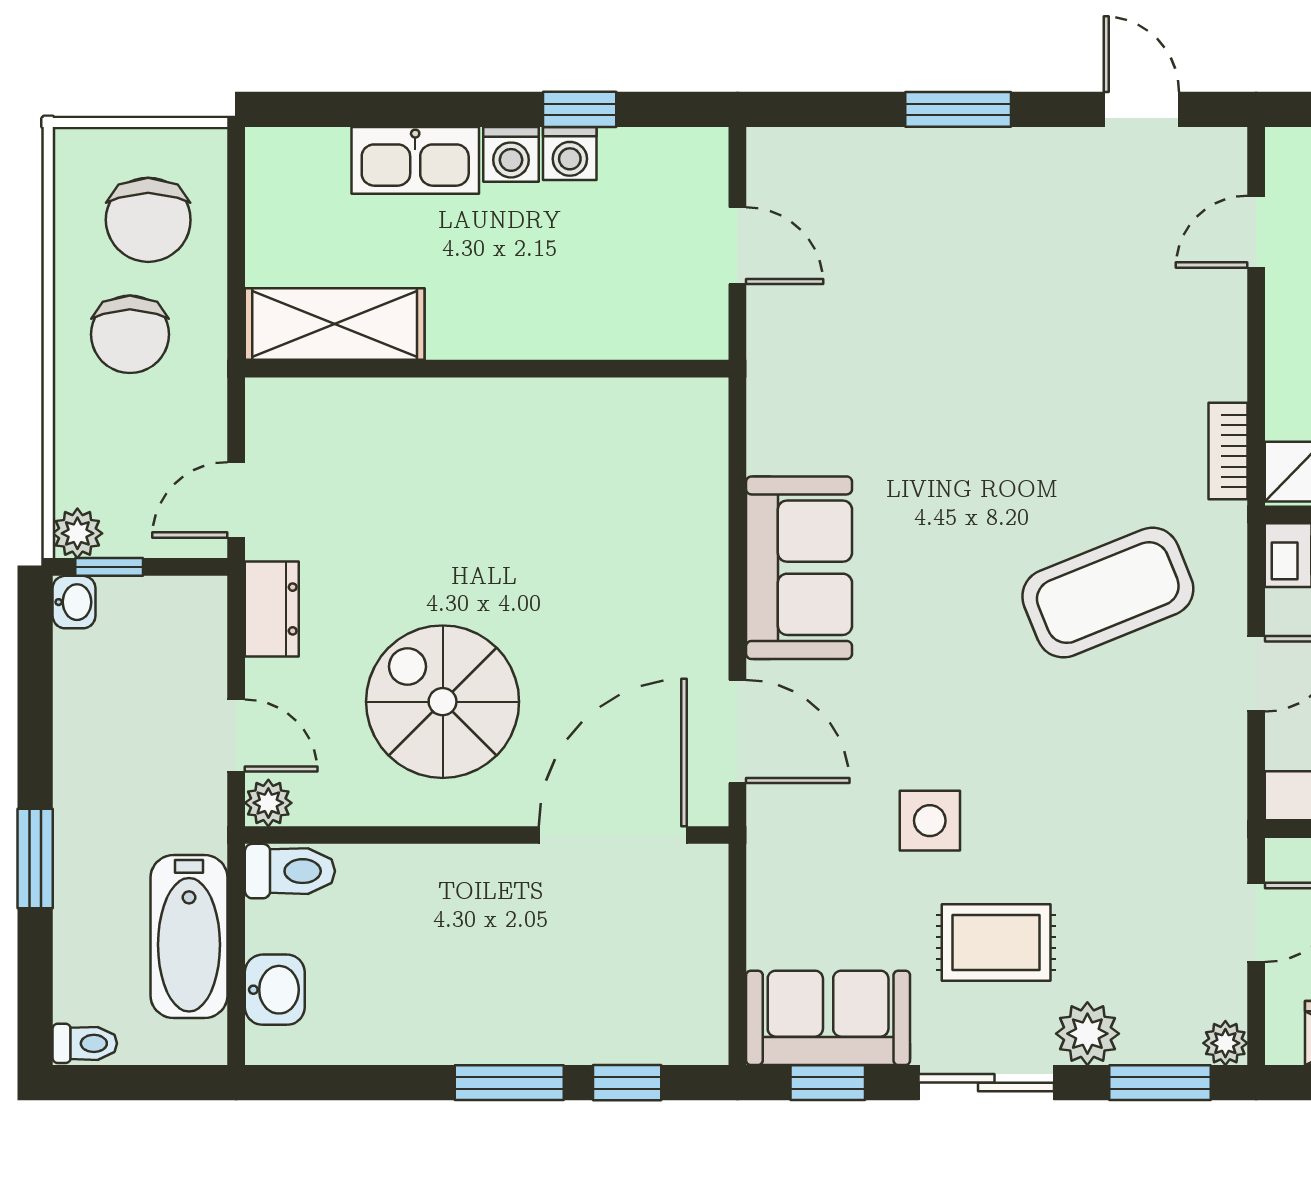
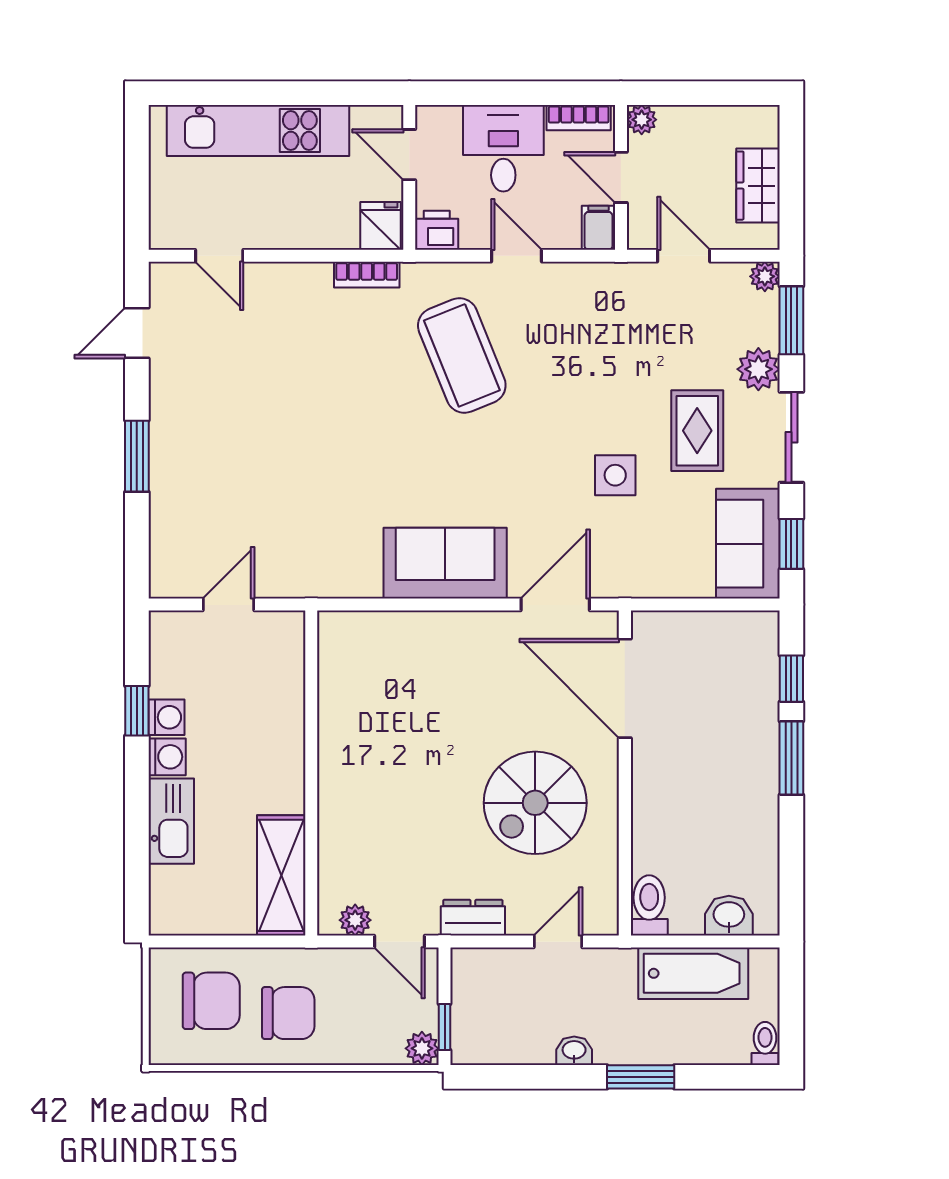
washbasin: (74, 602) -> (574, 1051), moved
plant: (268, 803) -> (355, 920), moved

